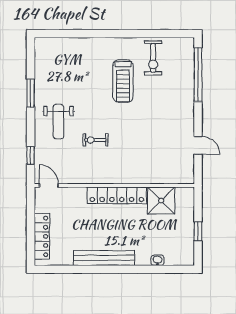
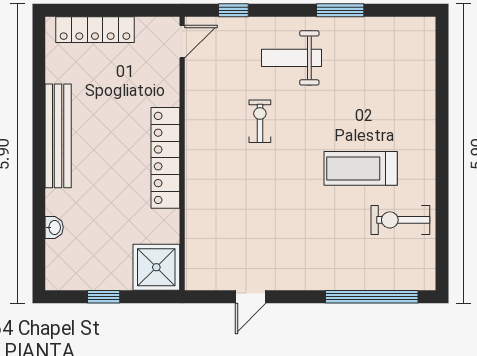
shower: (161, 201) -> (156, 267), moved

